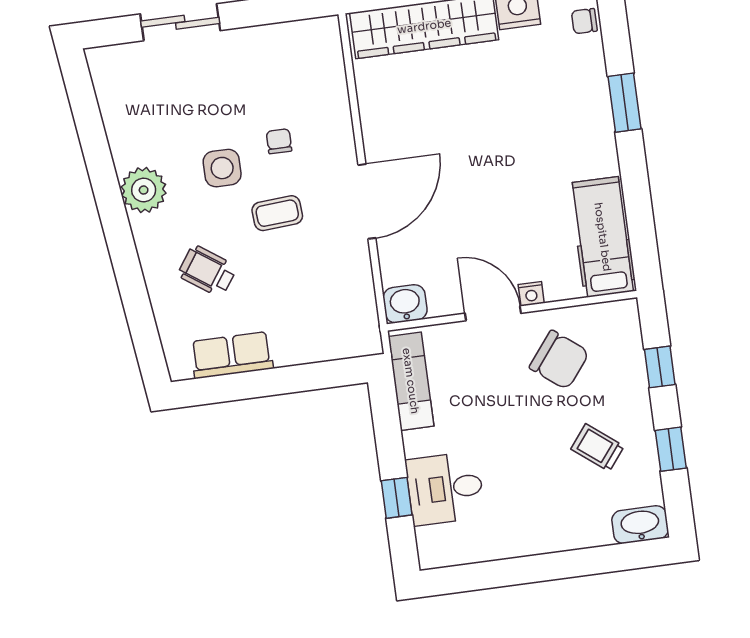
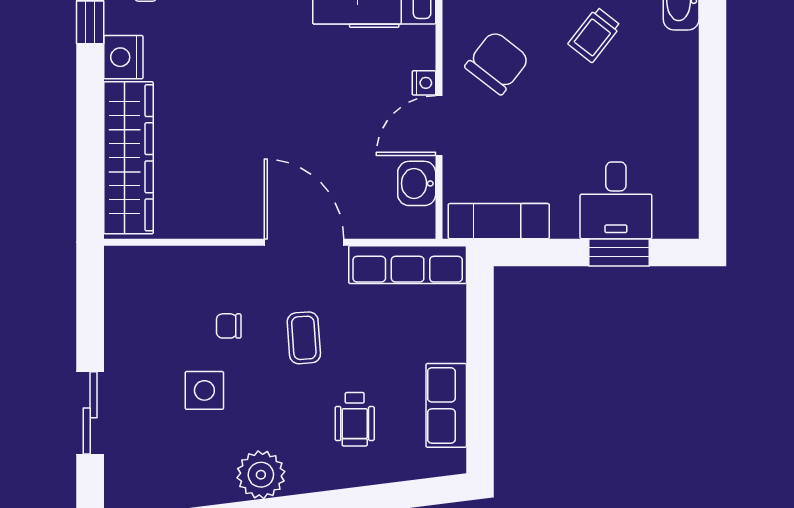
side table: (222, 168) -> (204, 390), moved
wheelchair: (207, 271) -> (355, 419), turned -35
row of seats: (359, 301) -> (408, 265), added
washbasin: (405, 304) -> (417, 183), moved
window: (397, 498) -> (619, 252), width x1.50

